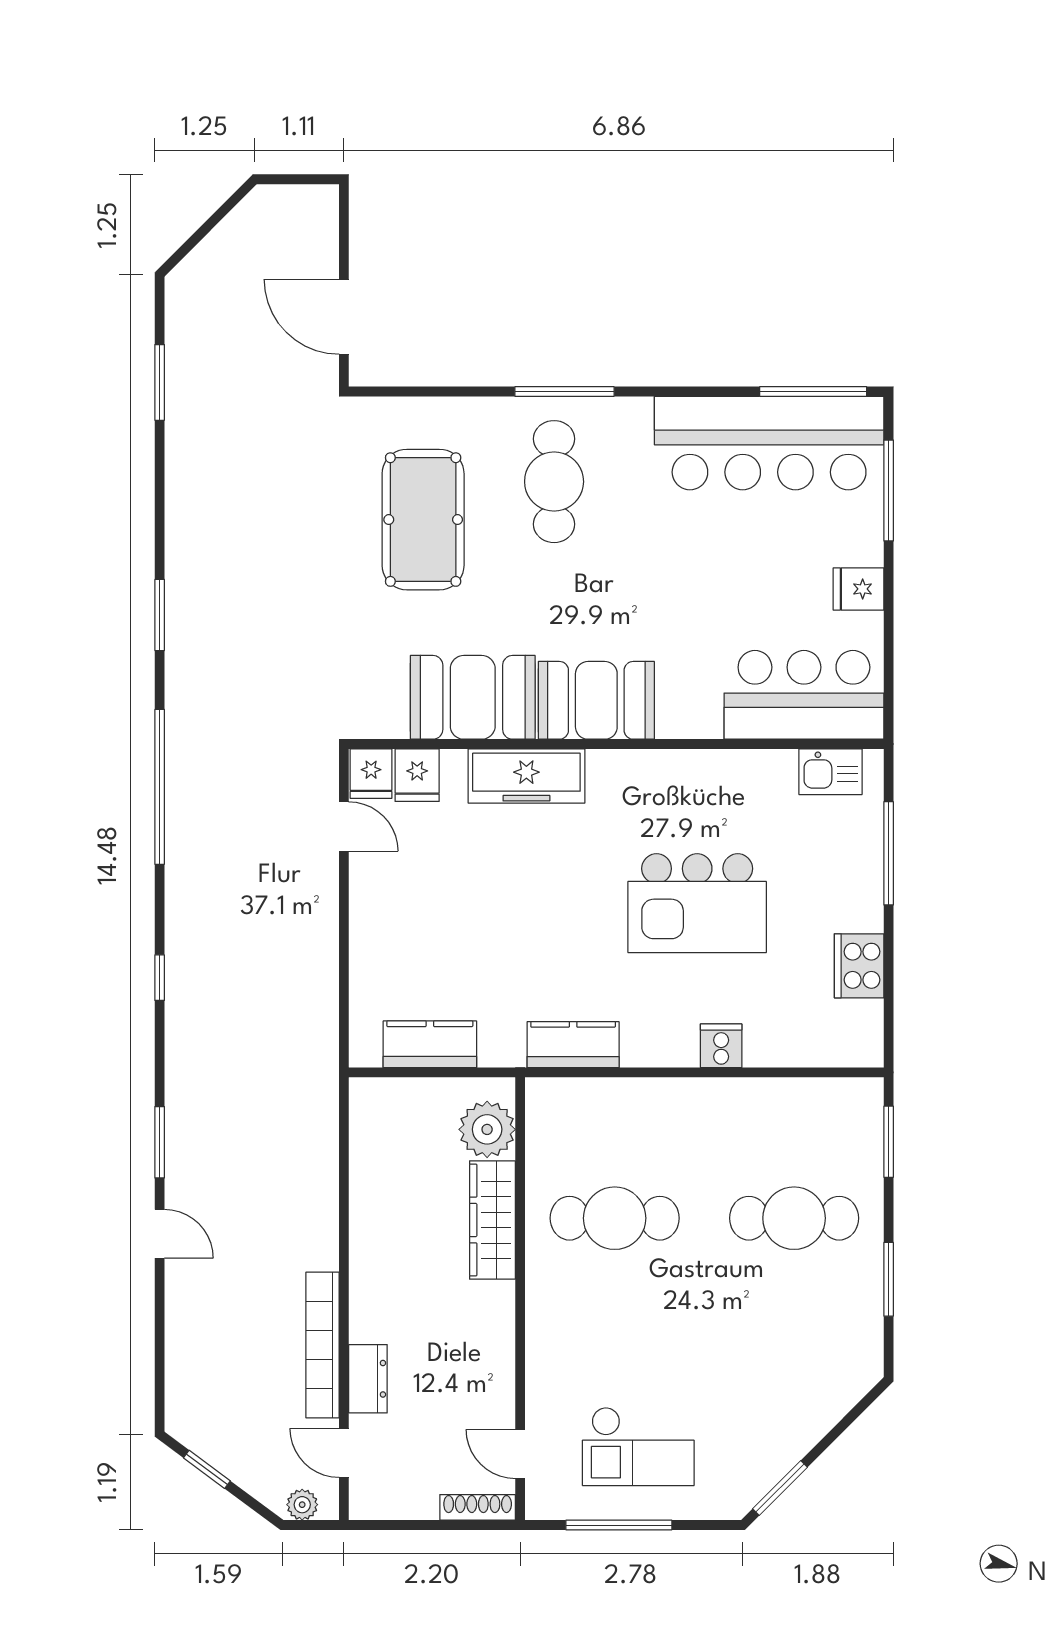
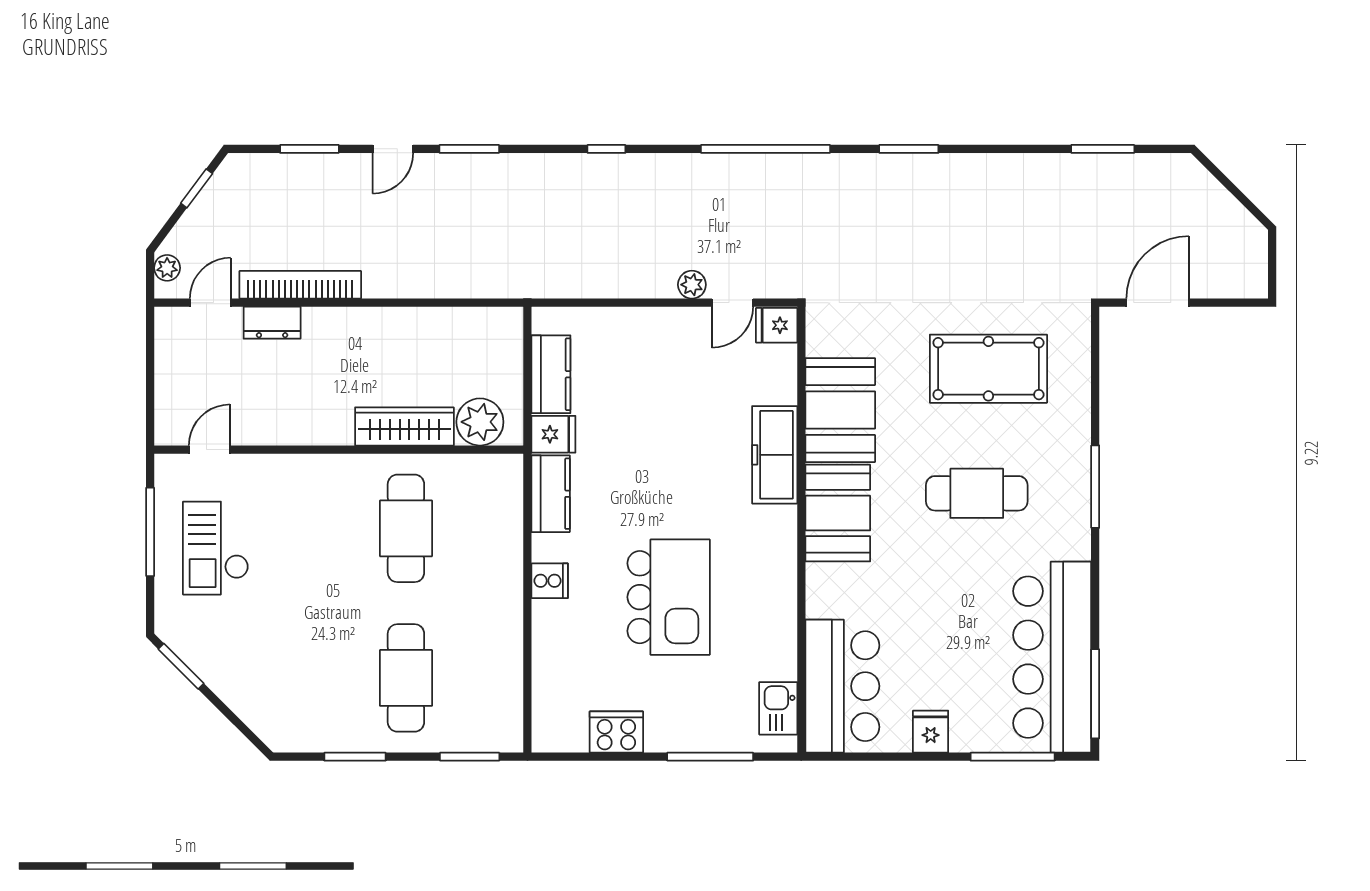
cafe table: (554, 482) -> (977, 493), moved
fridge: (417, 775) -> (553, 434), moved, turned 180
plant: (322, 875) -> (692, 285), added
kitchen island: (697, 903) -> (669, 597), turned 180
cooker: (721, 1046) -> (550, 581), moved
window: (160, 1334) -> (309, 149), added
shoe rack: (478, 1507) -> (165, 414), removed

